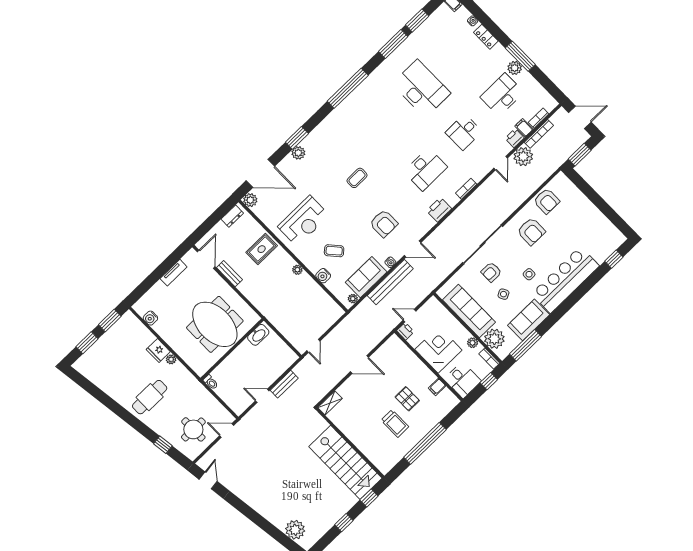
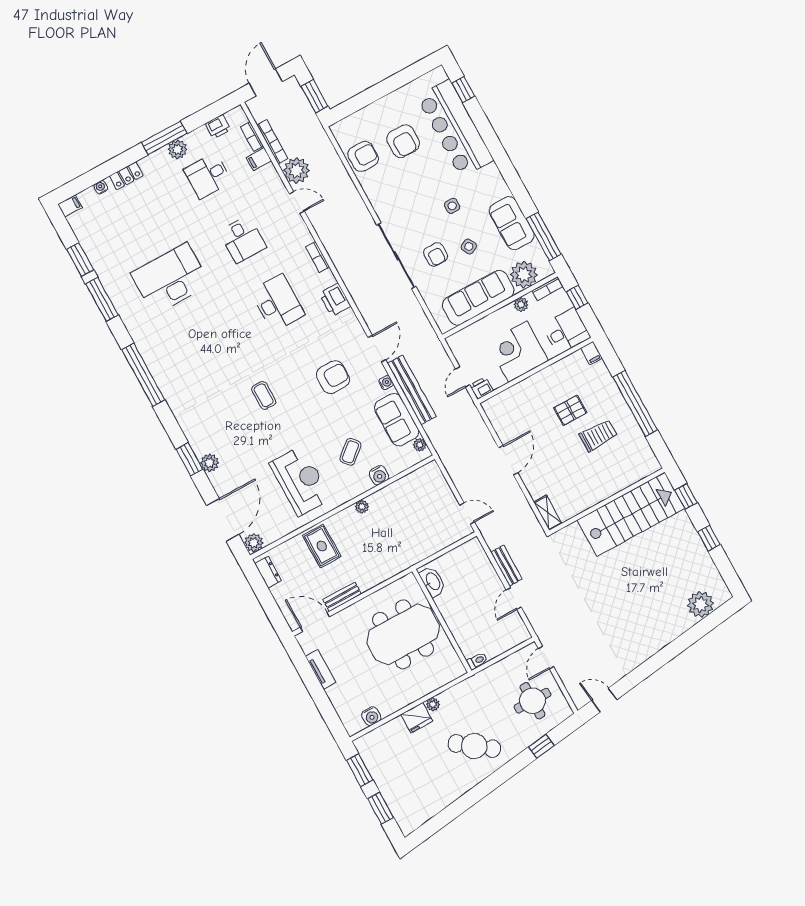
desk: (502, 95) -> (208, 176), width x0.73
printer: (515, 138) -> (218, 127), moved, turned -90
armchair: (531, 231) -> (403, 141), moved, turned 90
bar counter: (565, 280) -> (455, 128), moved
filing cabinet: (437, 387) -> (591, 353), moved
cafe table: (150, 397) -> (474, 746), turned -53

